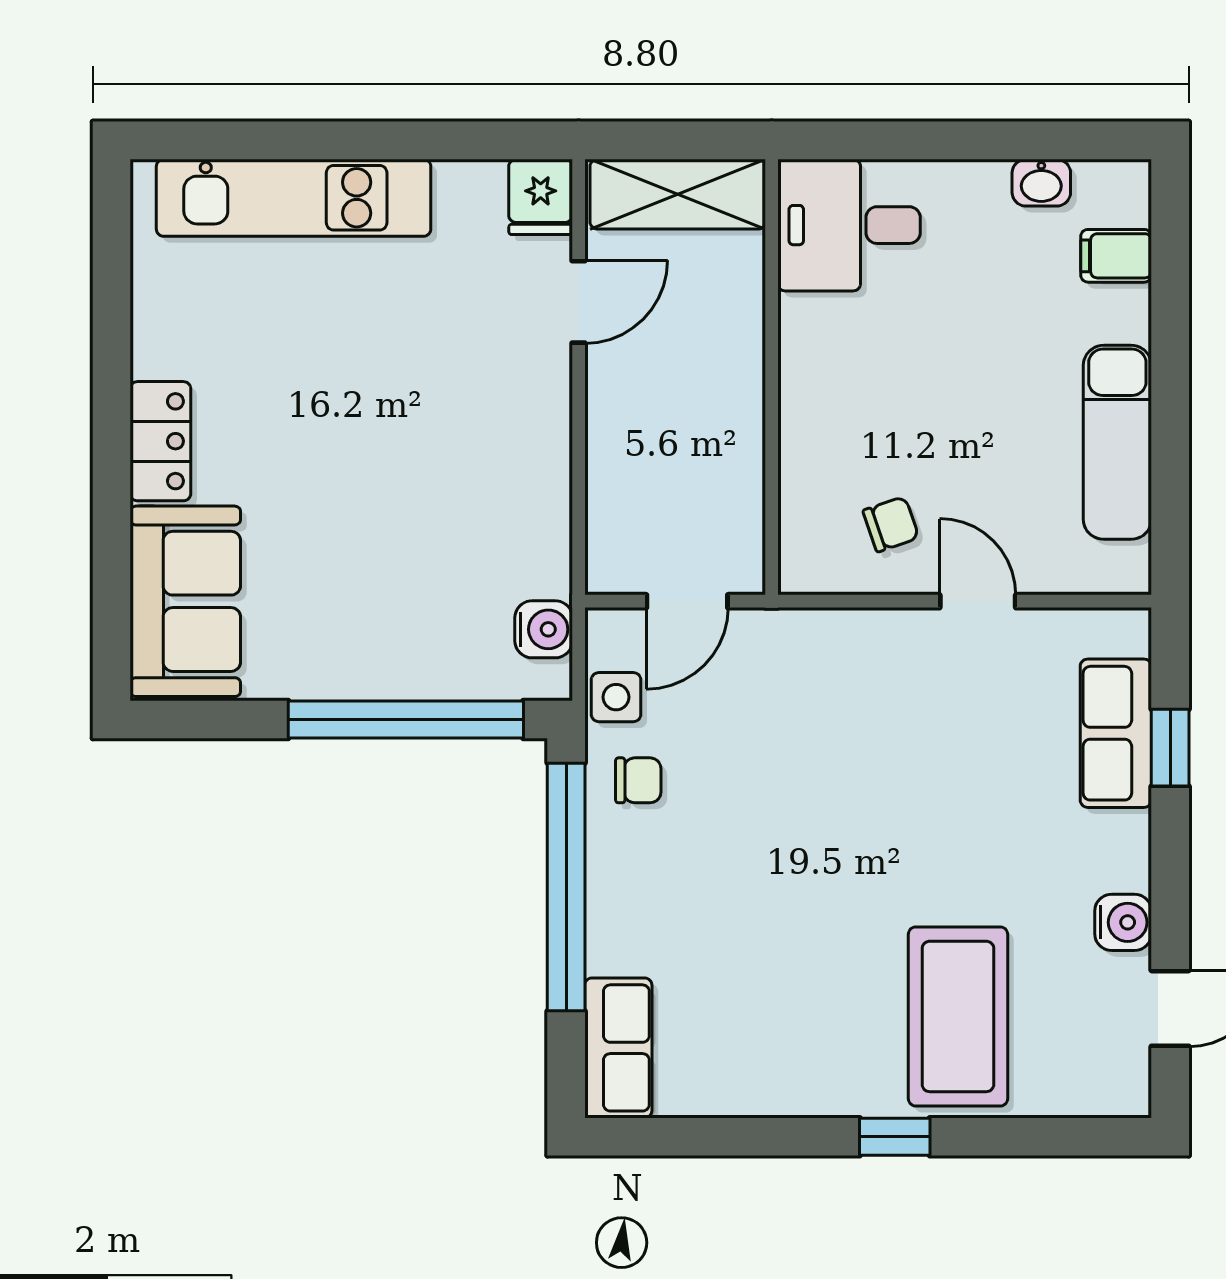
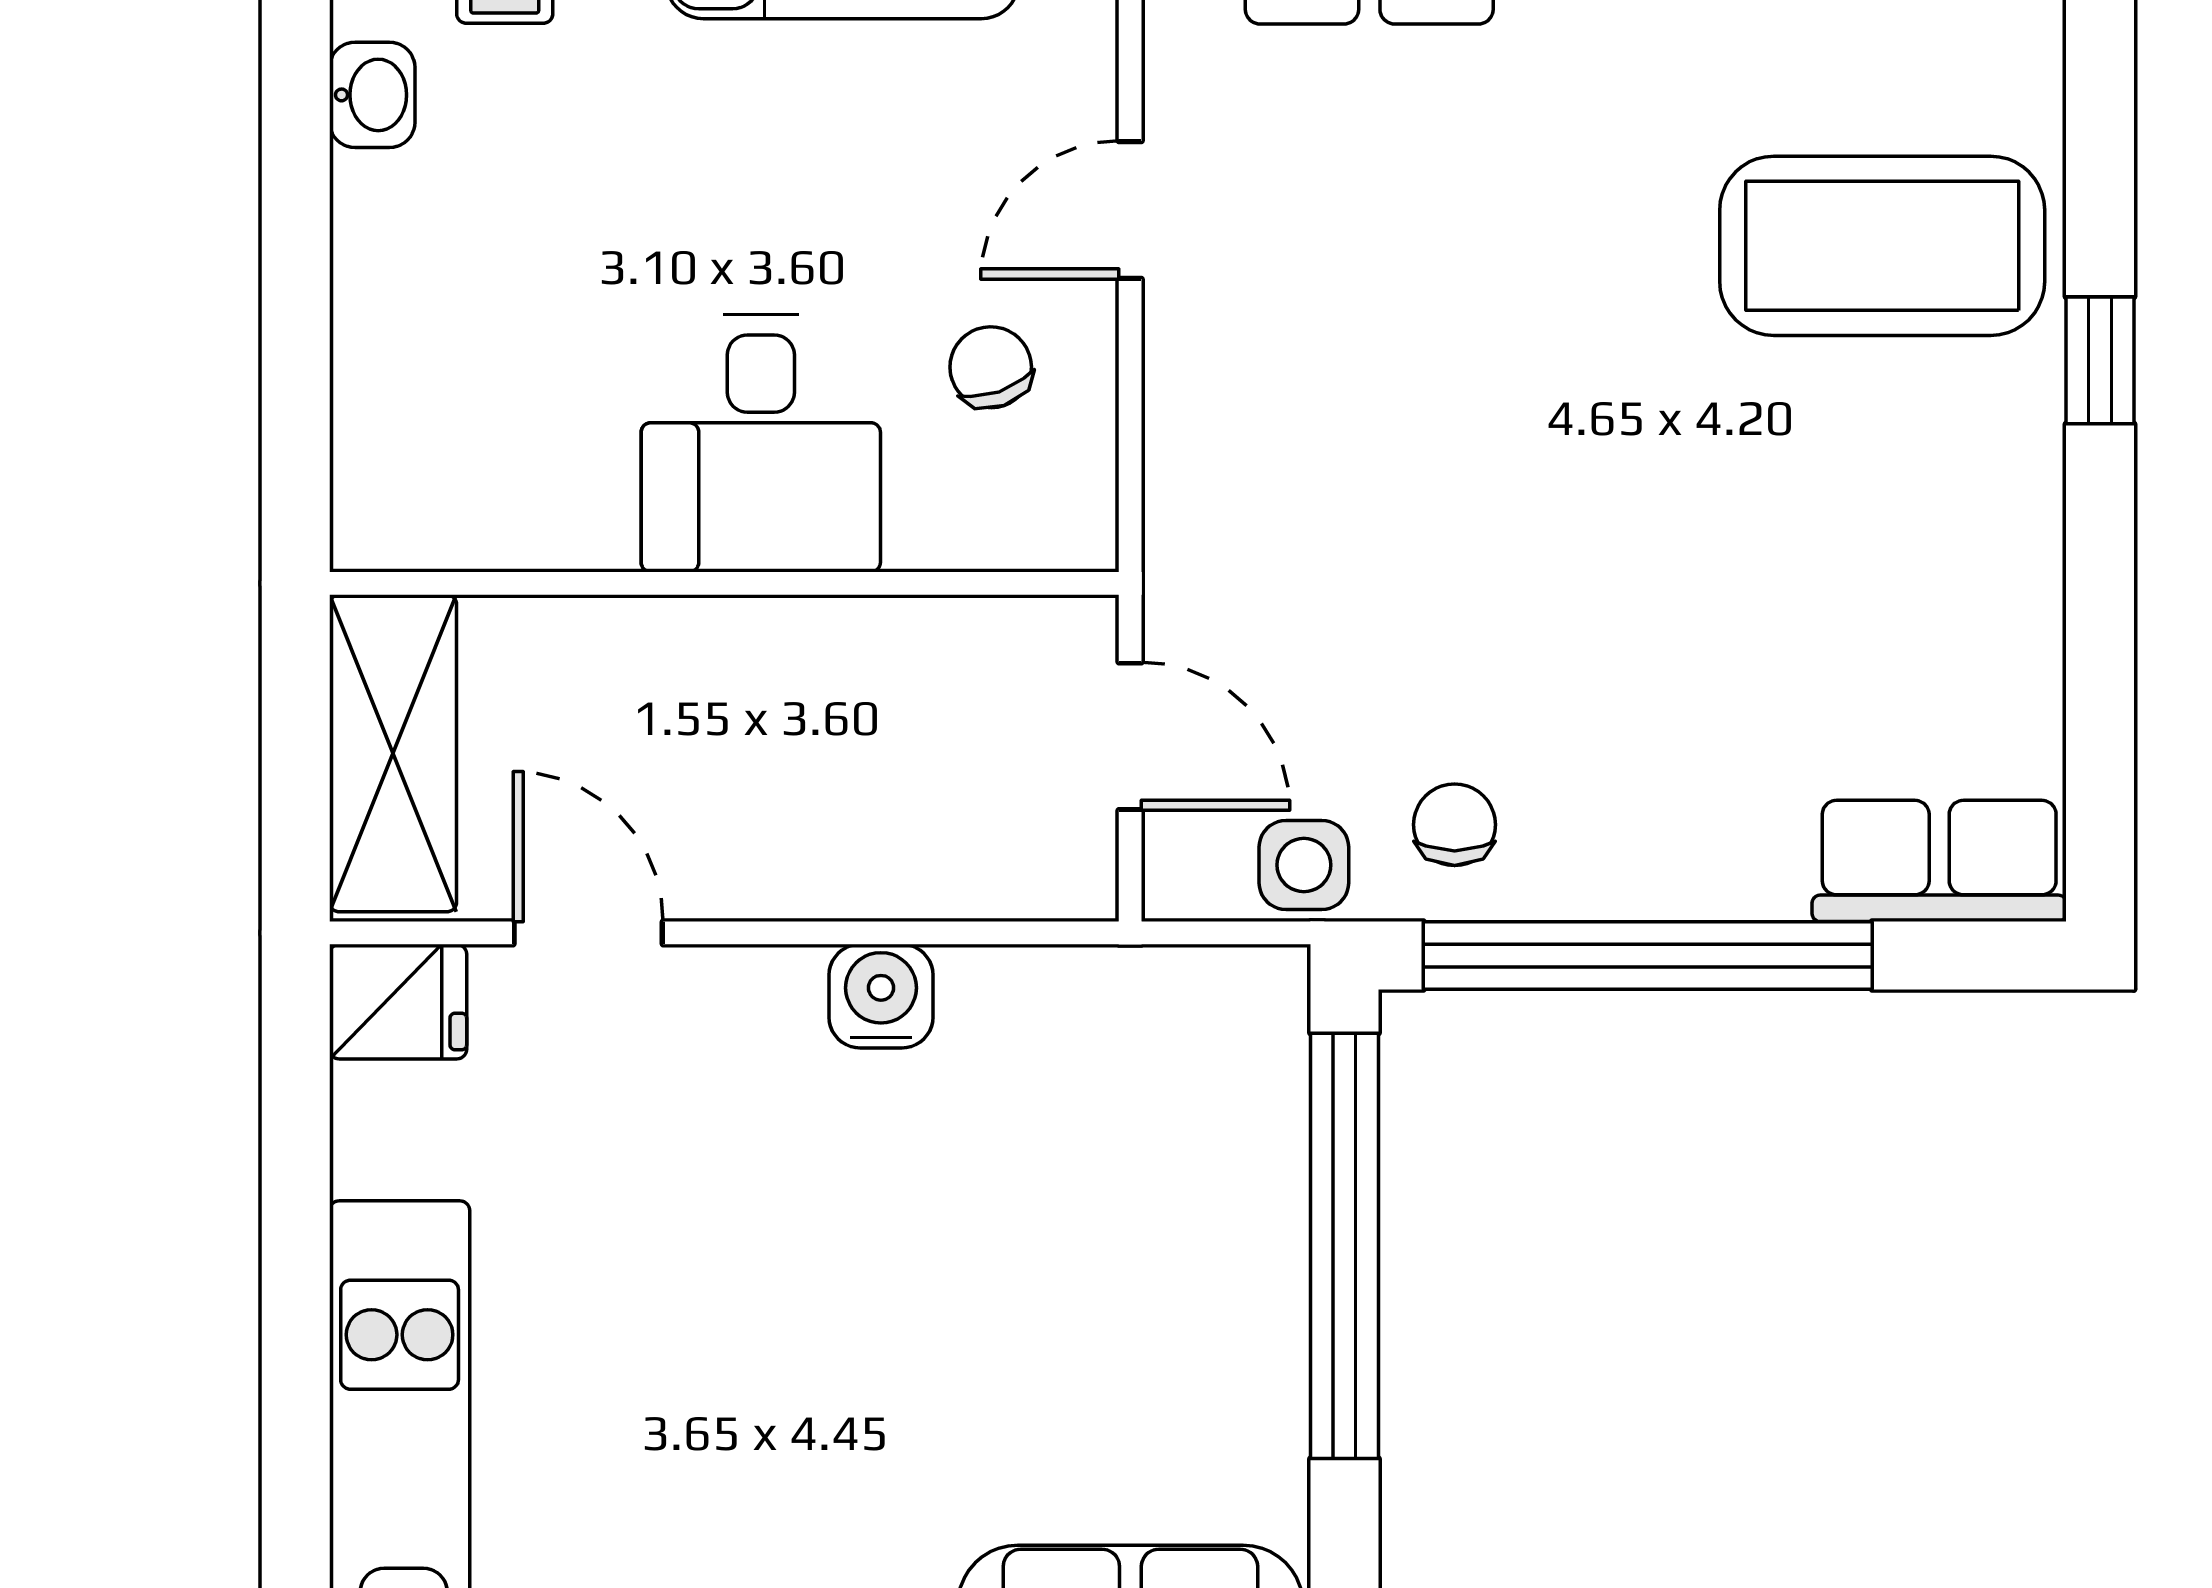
desk: (849, 225) -> (761, 443), moved
water cooler: (544, 629) -> (881, 996), moved

